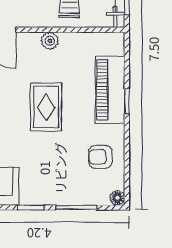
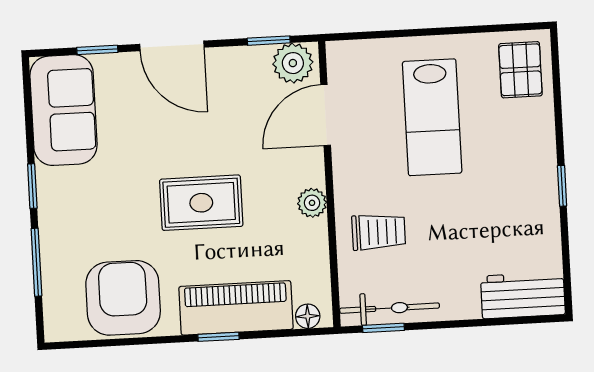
armchair: (101, 157) -> (123, 298), width x1.88, depth x1.88
floor lamp: (117, 198) -> (308, 316), moved

